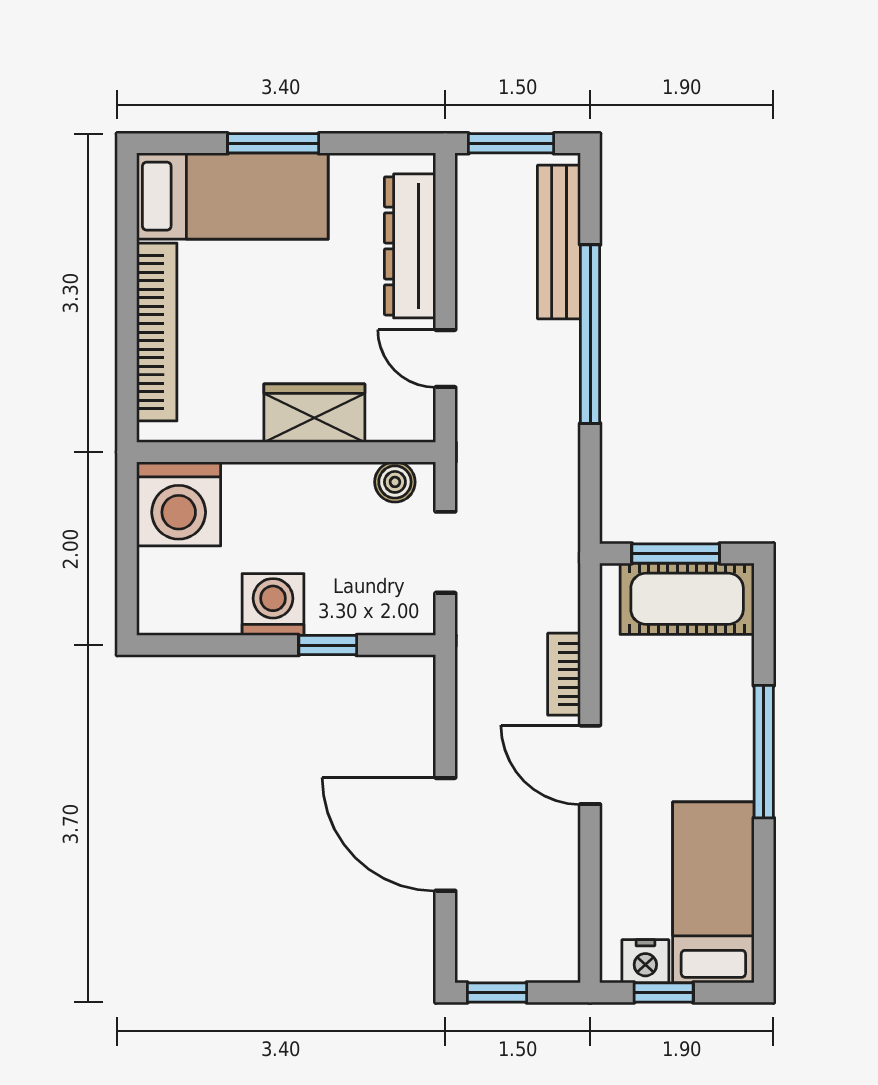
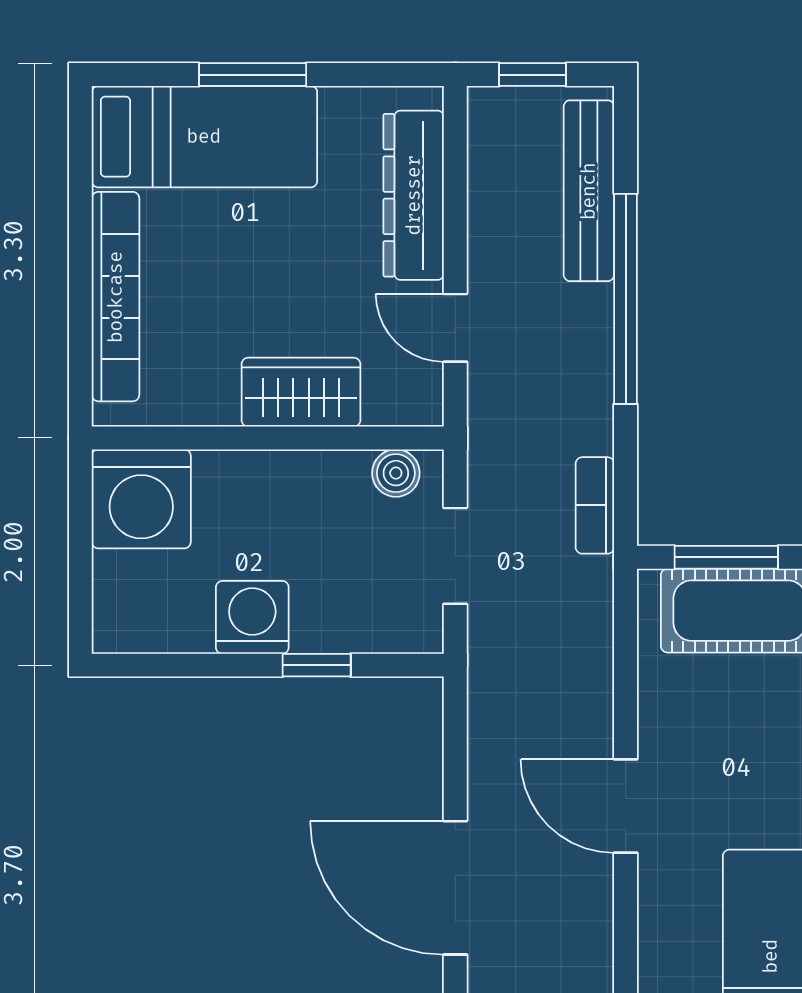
window: (511, 143) -> (533, 75), width x0.67
bookcase: (564, 674) -> (595, 505), moved

